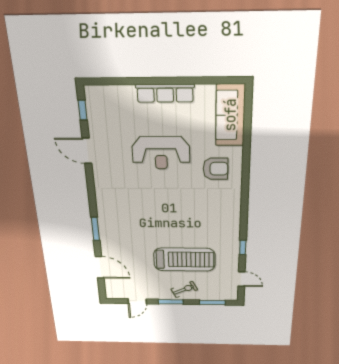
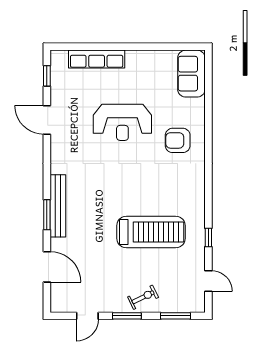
row of seats: (165, 93) -> (97, 59), moved
sofa: (230, 115) -> (191, 74), width x0.73
armchair: (216, 169) -> (178, 140), turned 180
bench: (105, 222) -> (58, 206), added
treadmill: (184, 260) -> (151, 232), moved

